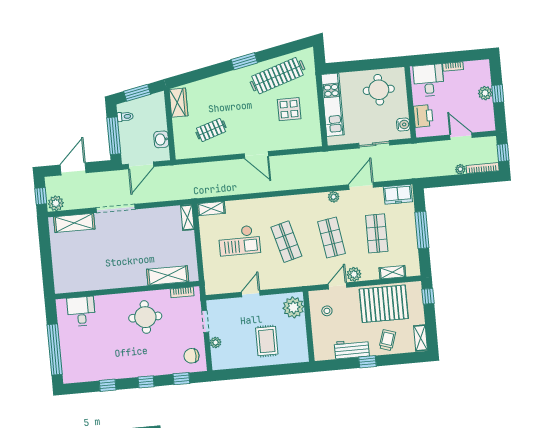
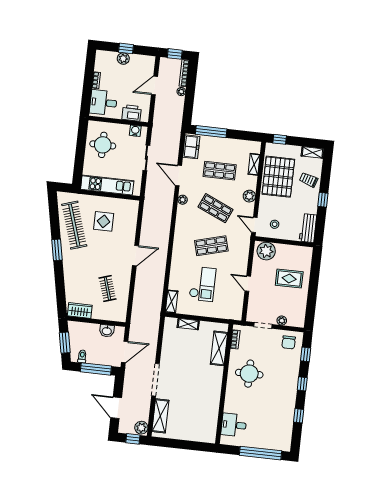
door: (141, 165) -> (125, 352), hinge flipped
shelving: (187, 218) -> (188, 324), moved
window: (422, 230) -> (211, 132), moved
shop shelf: (332, 238) -> (215, 208), turned 33
door: (337, 286) -> (254, 225), moved
workbench: (352, 349) -> (308, 228), moved

